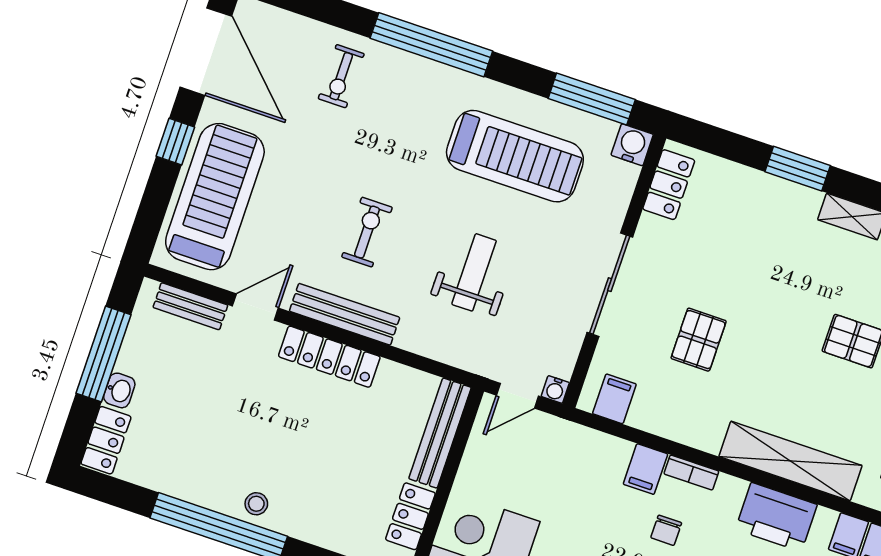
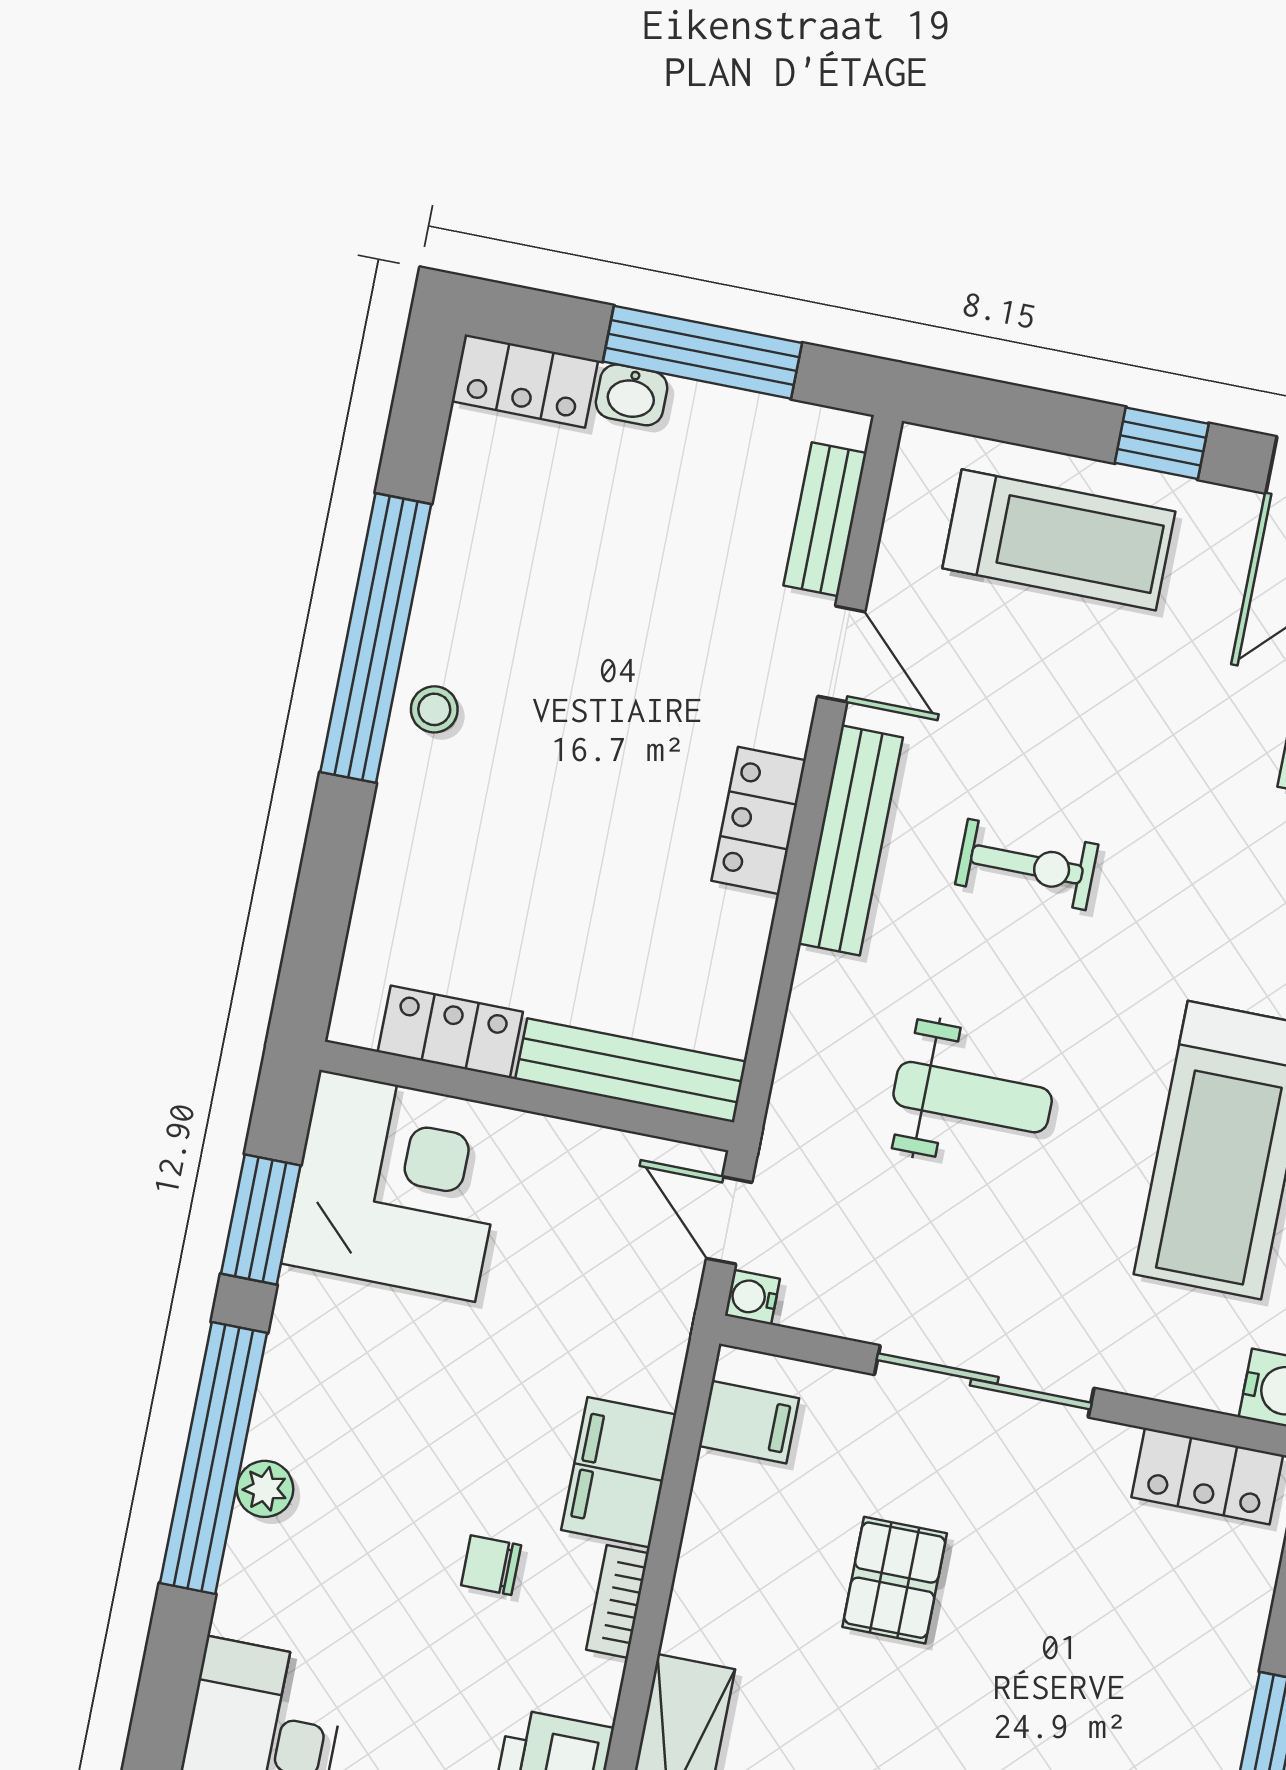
treadmill: (215, 197) -> (1059, 540), width x0.73, depth x0.73
pallet: (699, 340) -> (895, 1580), turned 90
locker: (329, 357) -> (759, 820), width x0.66
filing cabinet: (645, 469) -> (619, 1472), width x2.00

